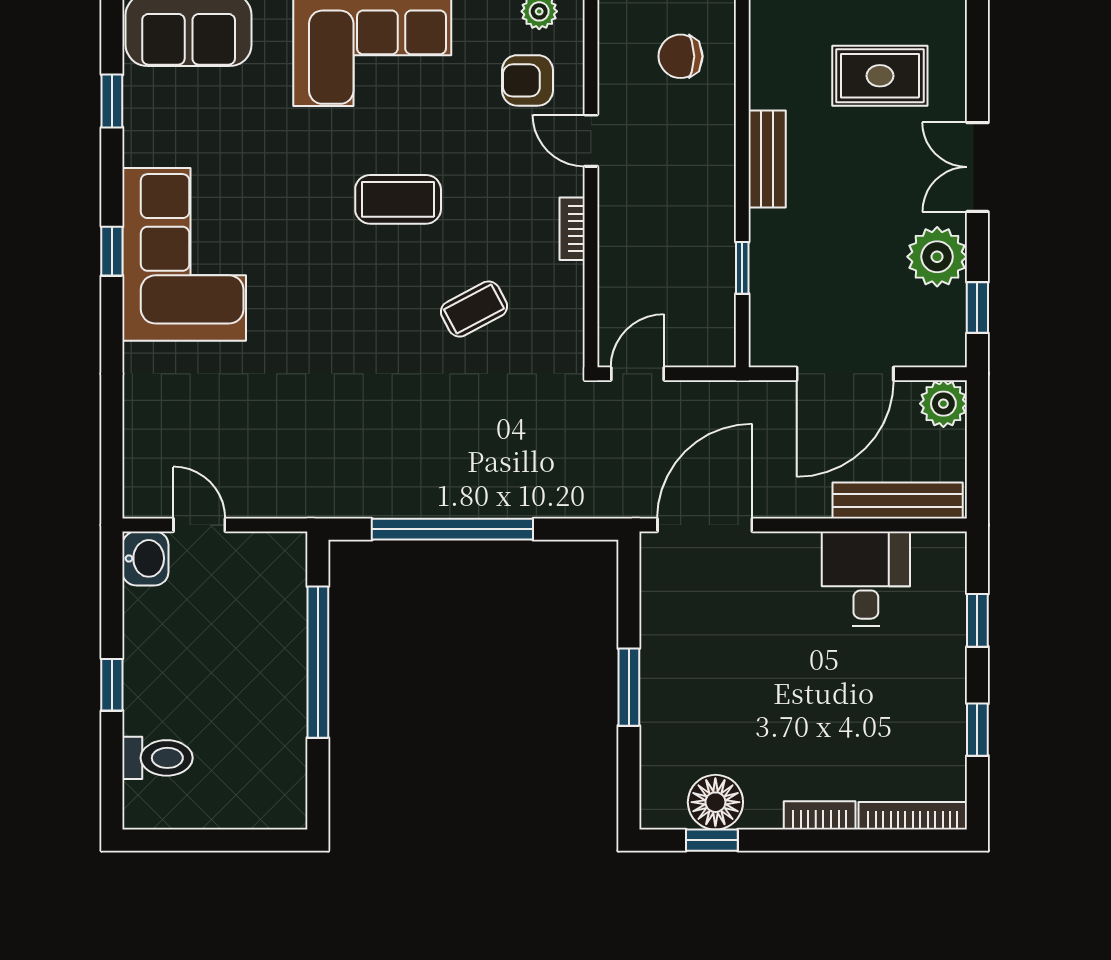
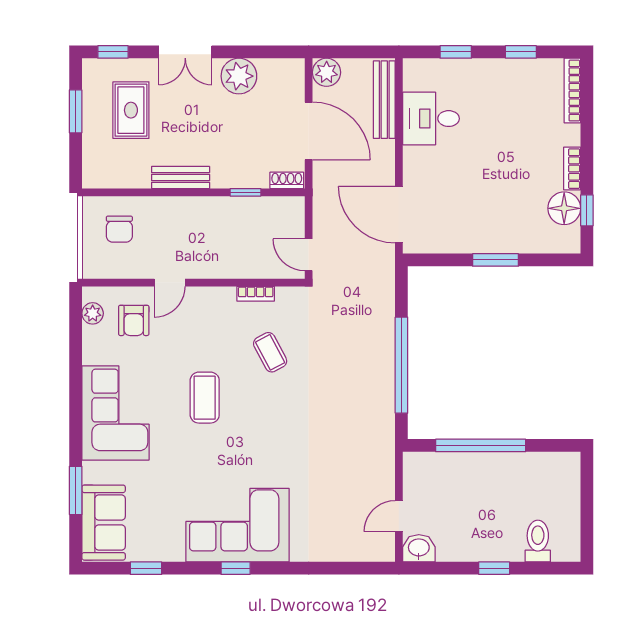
bookcase: (572, 229) -> (256, 294), moved
window: (977, 308) -> (113, 52), moved
shoe rack: (762, 337) -> (287, 180), added
bookcase: (820, 815) -> (572, 169), moved

